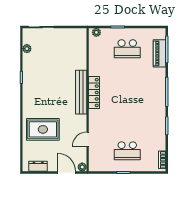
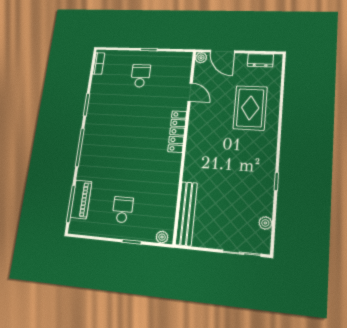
school desk: (127, 49) -> (123, 210), width x0.54
bench: (81, 92) -> (186, 213), moved
locker: (94, 93) -> (177, 131), moved
rug: (43, 129) -> (250, 108), turned 90
door: (88, 139) -> (190, 92), hinge flipped
school desk: (127, 151) -> (140, 76), width x0.54

